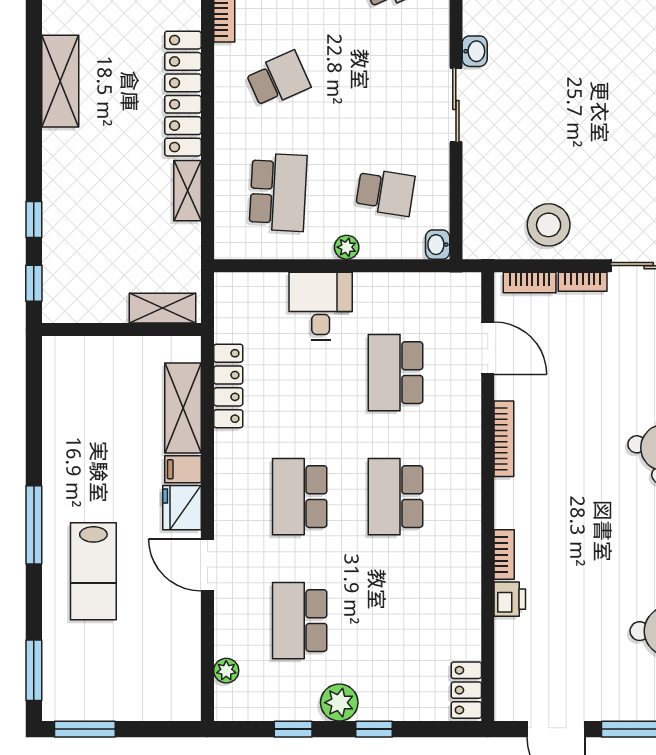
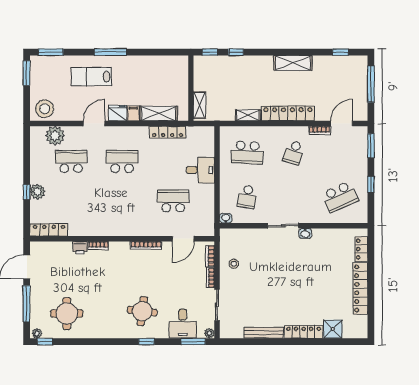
school desk: (278, 79) -> (294, 153), turned 42
stool: (549, 225) -> (234, 264), width x0.53, depth x0.53
plant: (347, 247) -> (225, 181), removed
school desk: (396, 497) -> (122, 201), removed
plant: (226, 671) -> (55, 136), width x1.88, depth x1.88
stool: (171, 685) -> (45, 109), added
locker: (466, 690) -> (49, 230), width x1.53
plant: (339, 703) -> (37, 192), moved
window: (293, 729) -> (27, 159), removed

